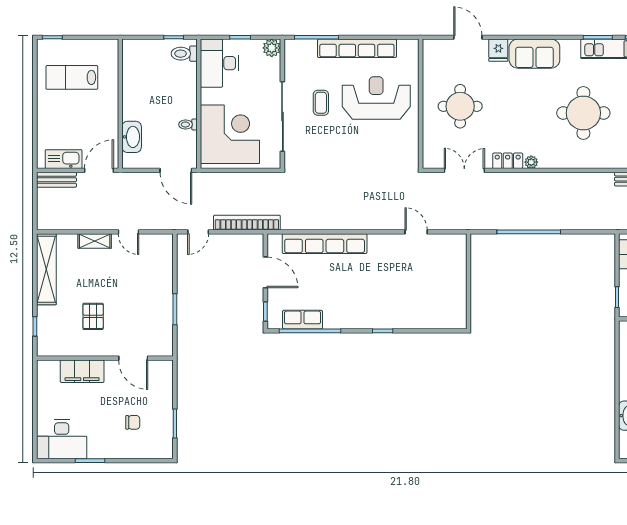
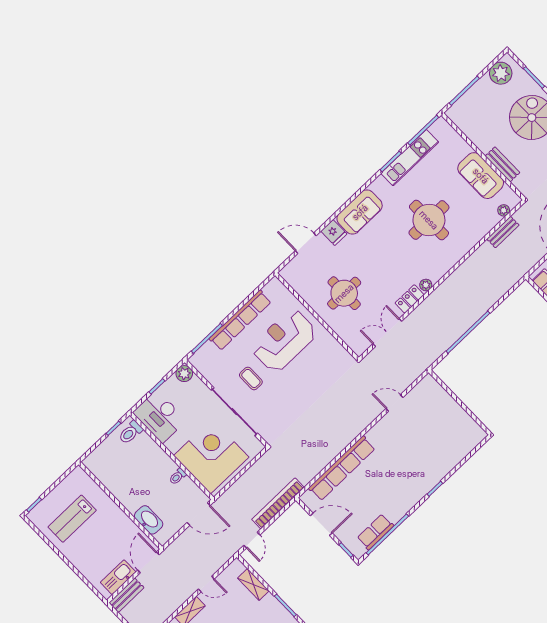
shelving: (165, 268) -> (253, 585), added

